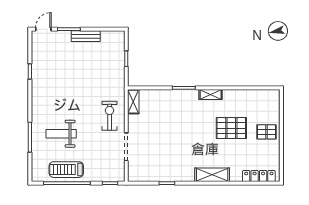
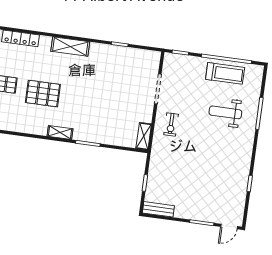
bench: (86, 36) -> (158, 209), moved
exercise bike: (110, 116) -> (171, 124), width x0.73, depth x0.72
weight bench: (61, 134) -> (225, 112), turned 180

